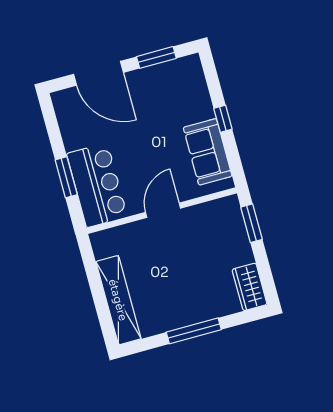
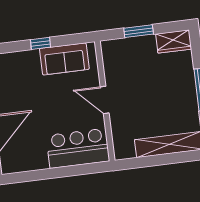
window: (66, 177) -> (68, 171), removed
window: (252, 223) -> (139, 31), moved

